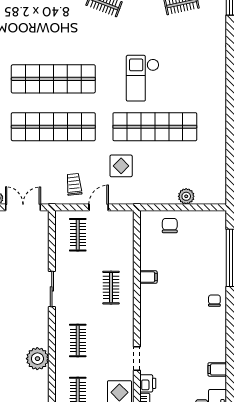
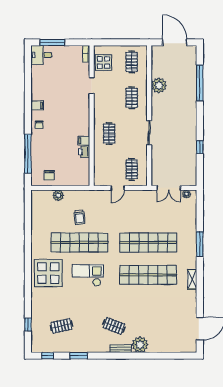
checkout: (143, 78) -> (88, 275), turned -90
display table: (121, 166) -> (48, 273), moved, width x1.86, depth x1.86
trolley: (74, 184) -> (79, 217), moved
chair: (170, 226) -> (49, 175), moved
filing cabinet: (217, 369) -> (37, 105), moved
printer: (148, 383) -> (84, 152), moved

